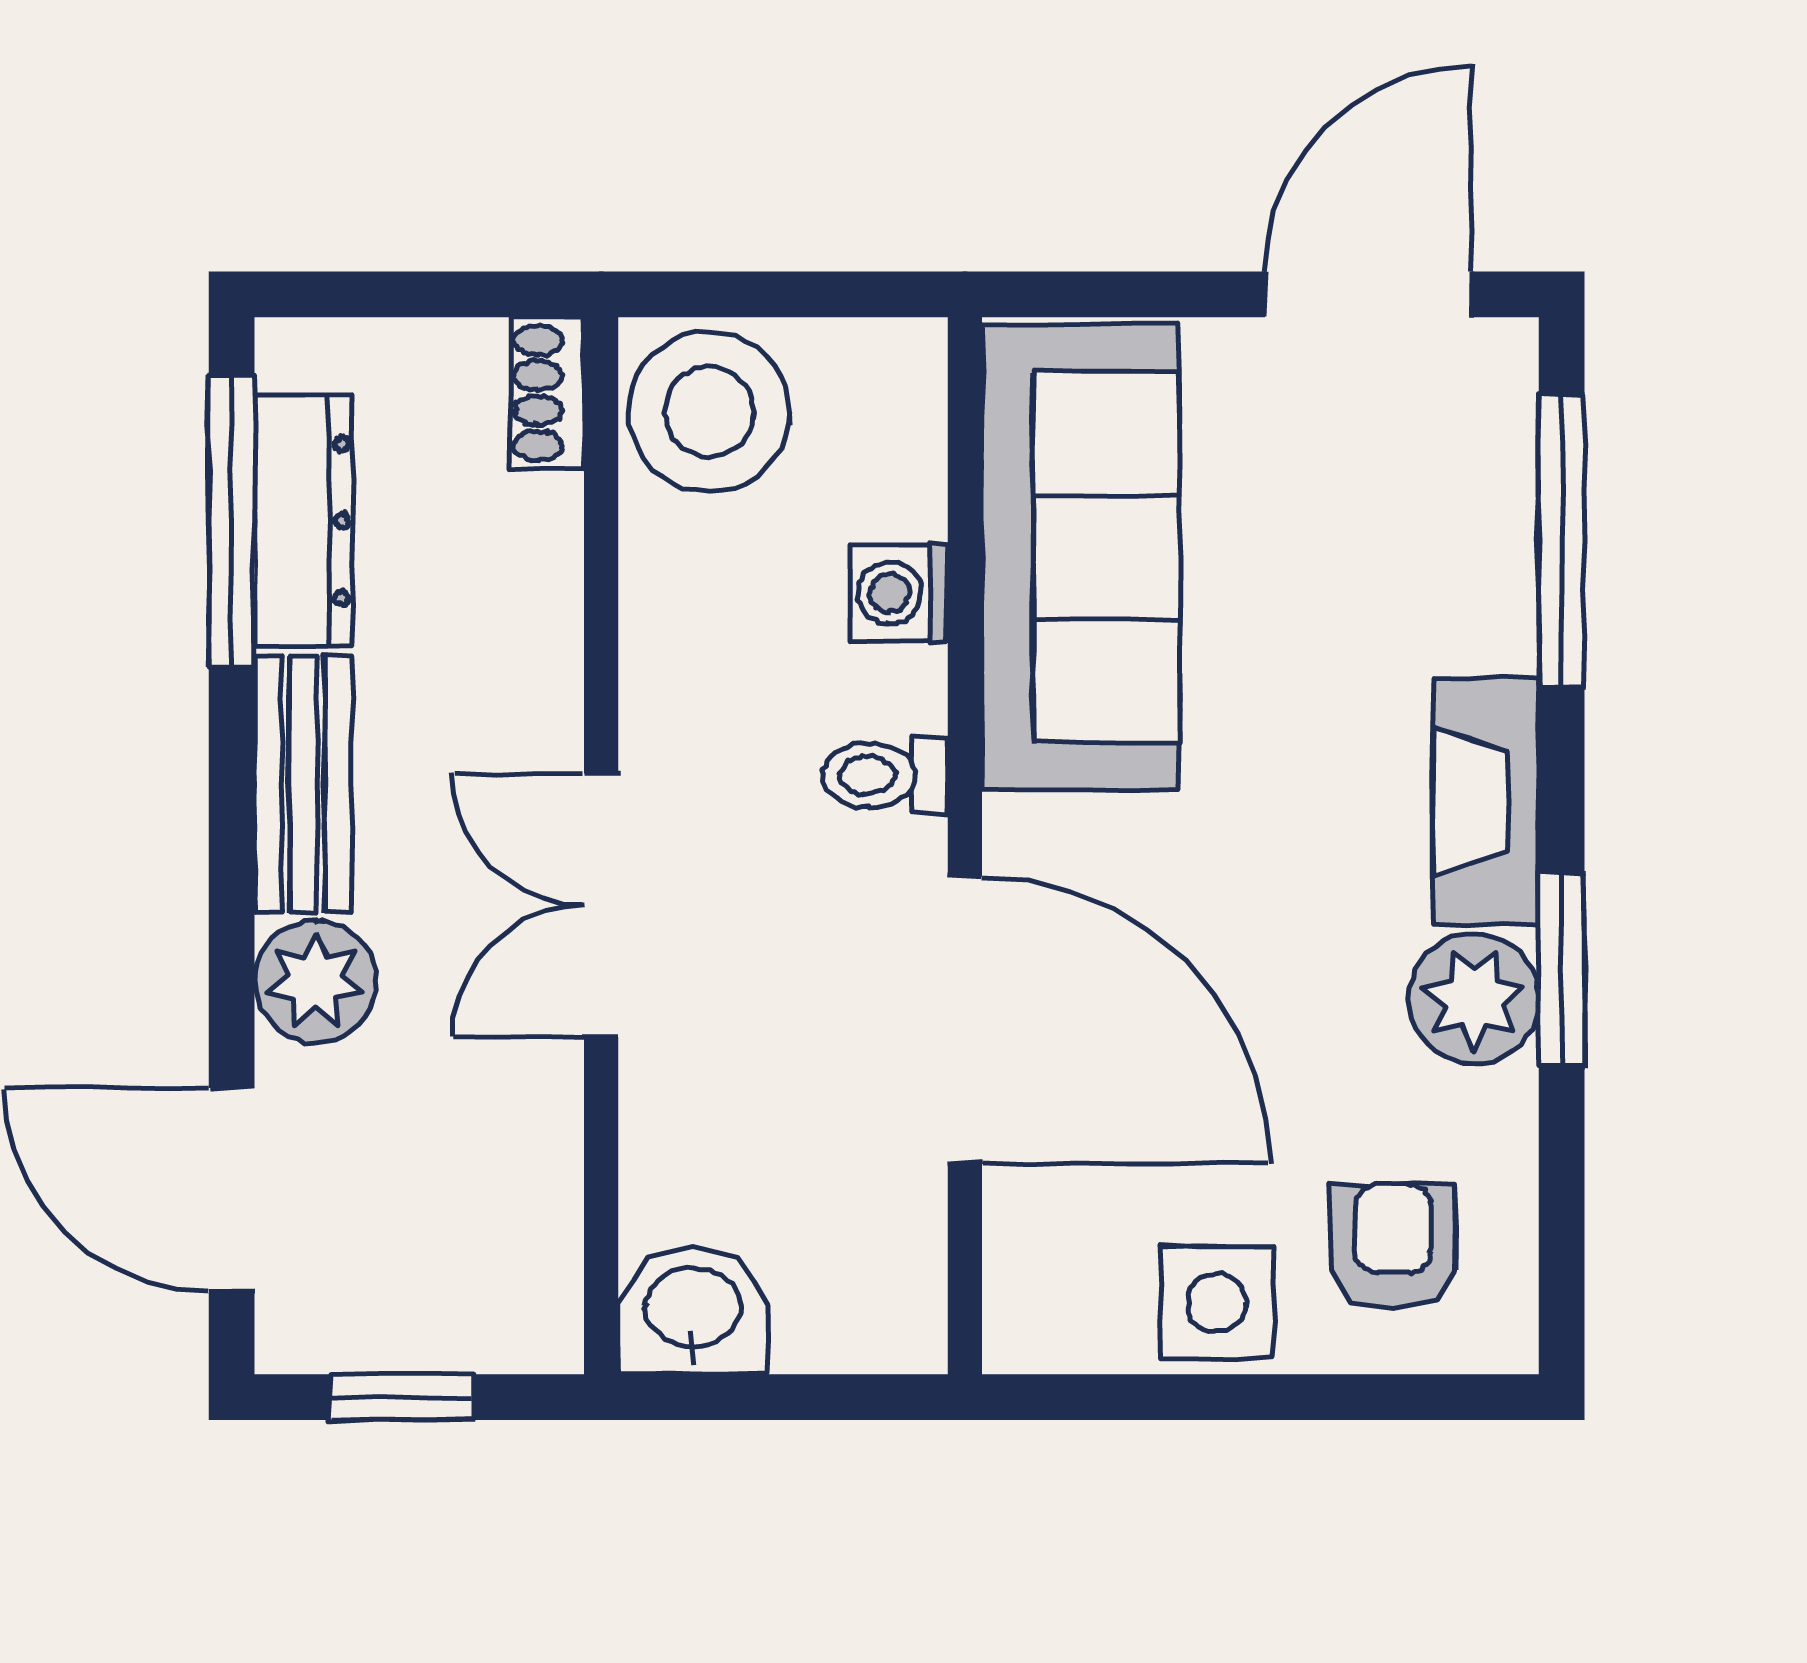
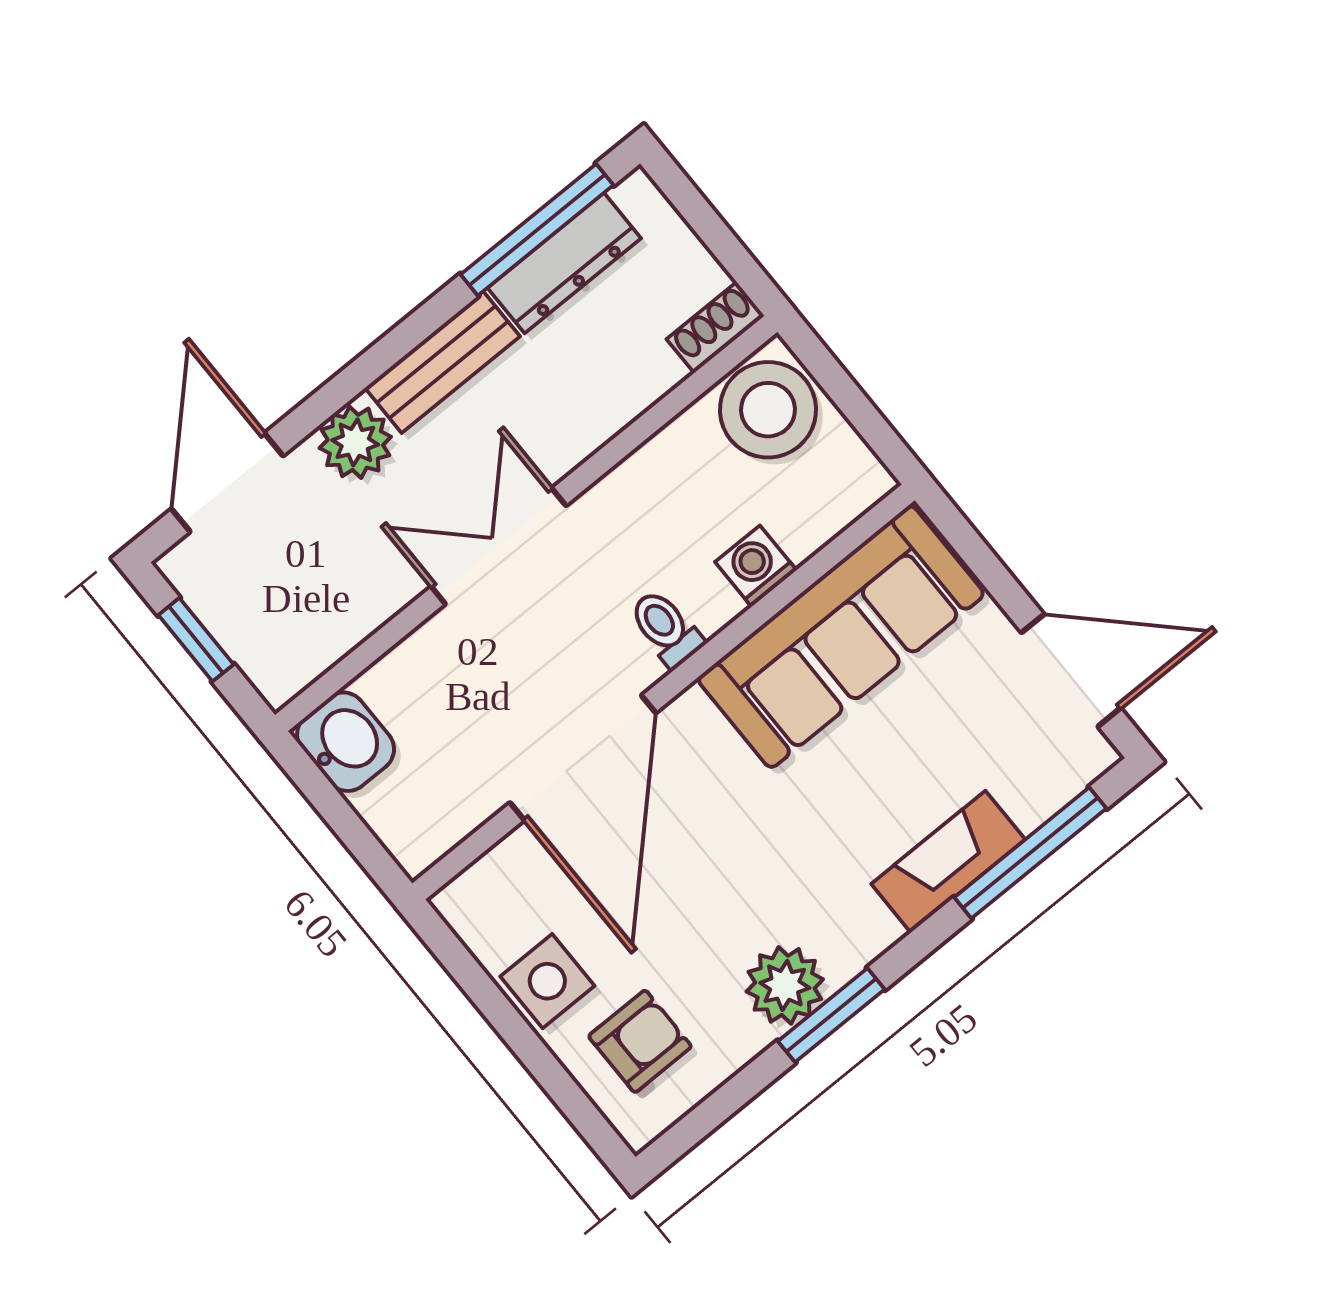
fireplace: (1486, 801) -> (948, 862), moved

